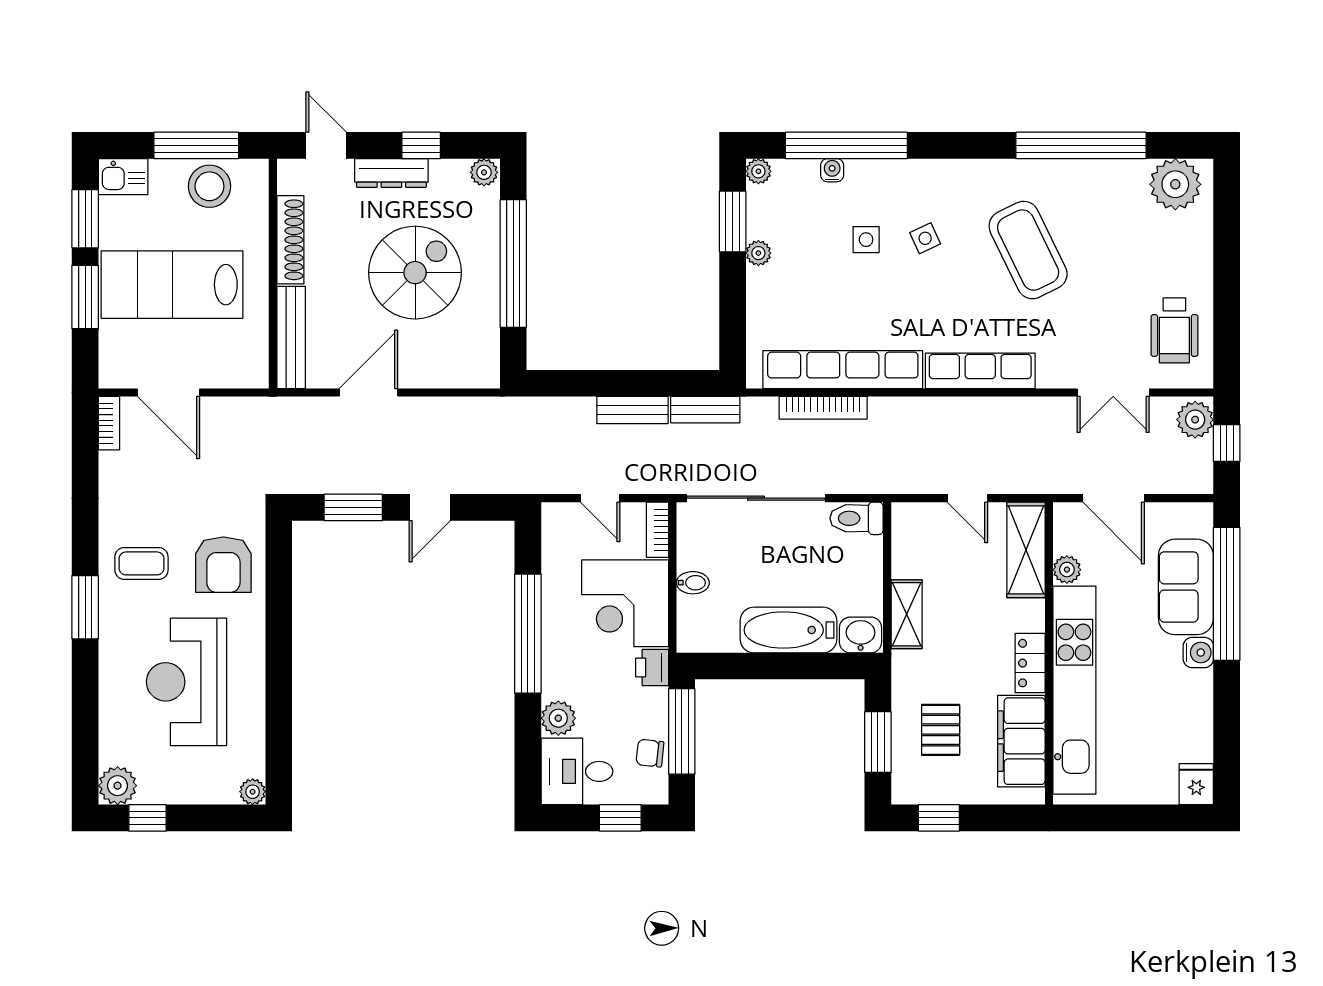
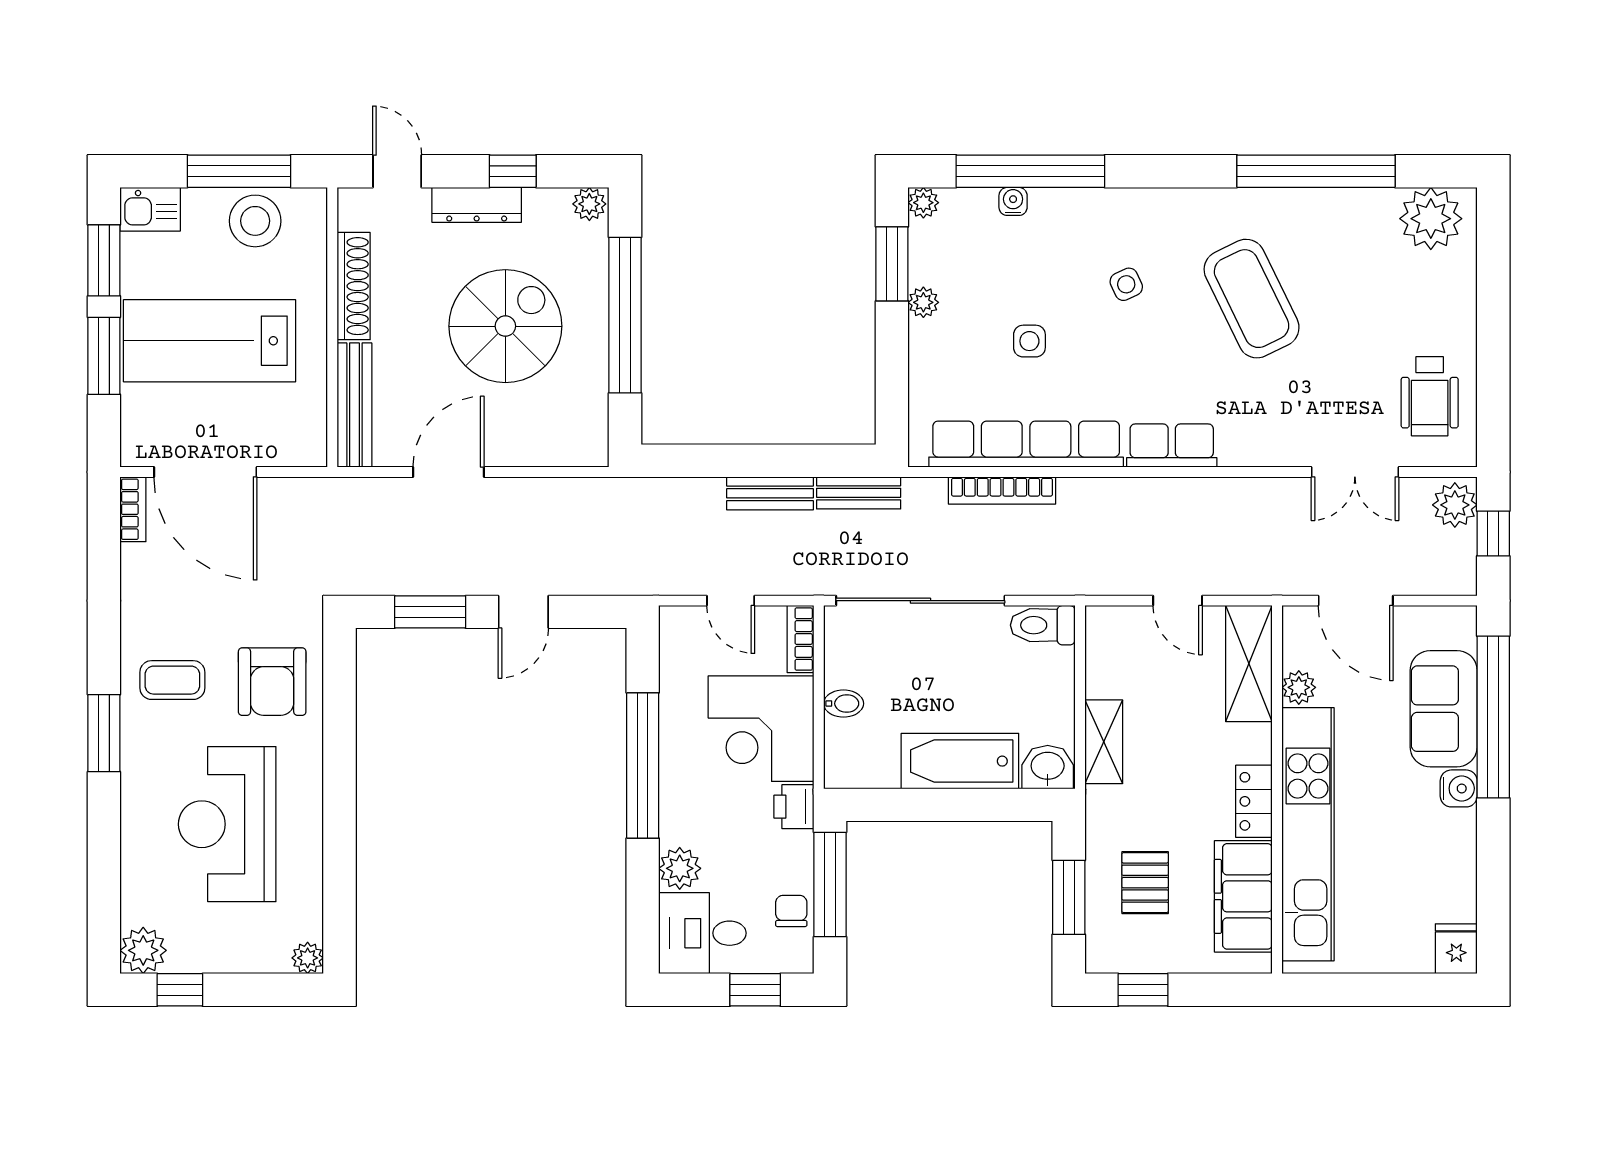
side table: (866, 240) -> (1029, 341), moved
row of seats: (980, 371) -> (1172, 446), width x0.68
door: (169, 392) -> (205, 472), width x1.36
chair: (650, 753) -> (791, 911), turned 84

